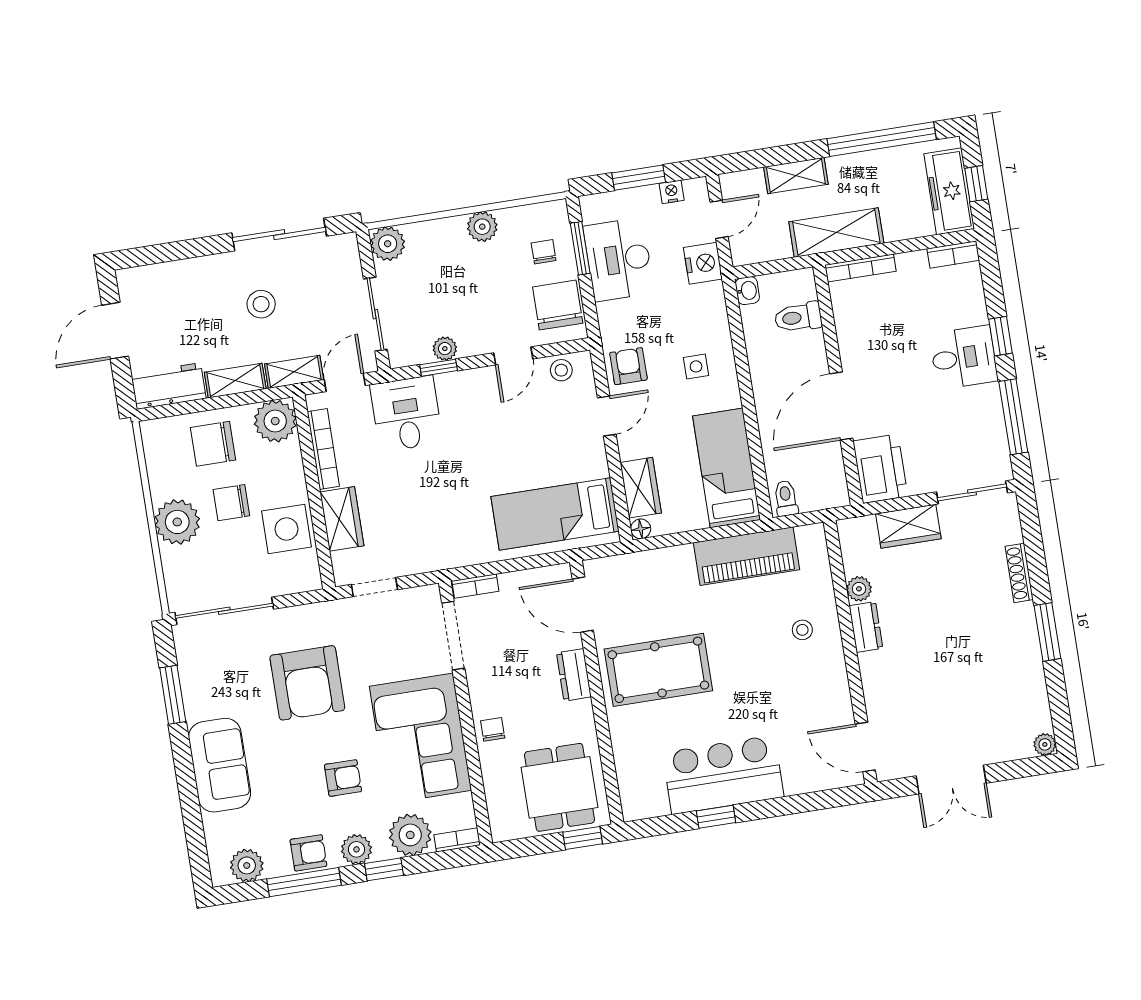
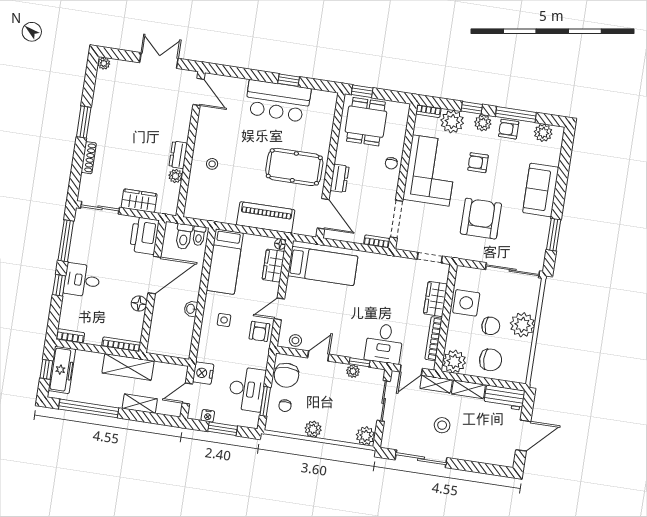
washbasin: (747, 291) -> (191, 309), moved
toilet: (798, 317) -> (184, 237), moved, turned 90
floor lamp: (852, 348) -> (139, 303), added
piano: (747, 556) -> (266, 217), moved

